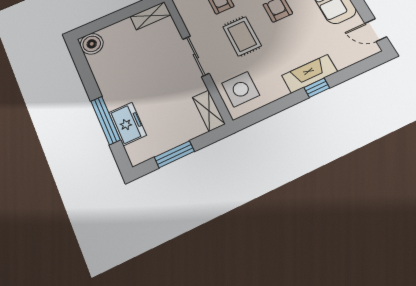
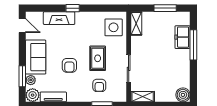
sliding door: (196, 56) -> (129, 69), moved
fireplace: (310, 74) -> (59, 18), moved

